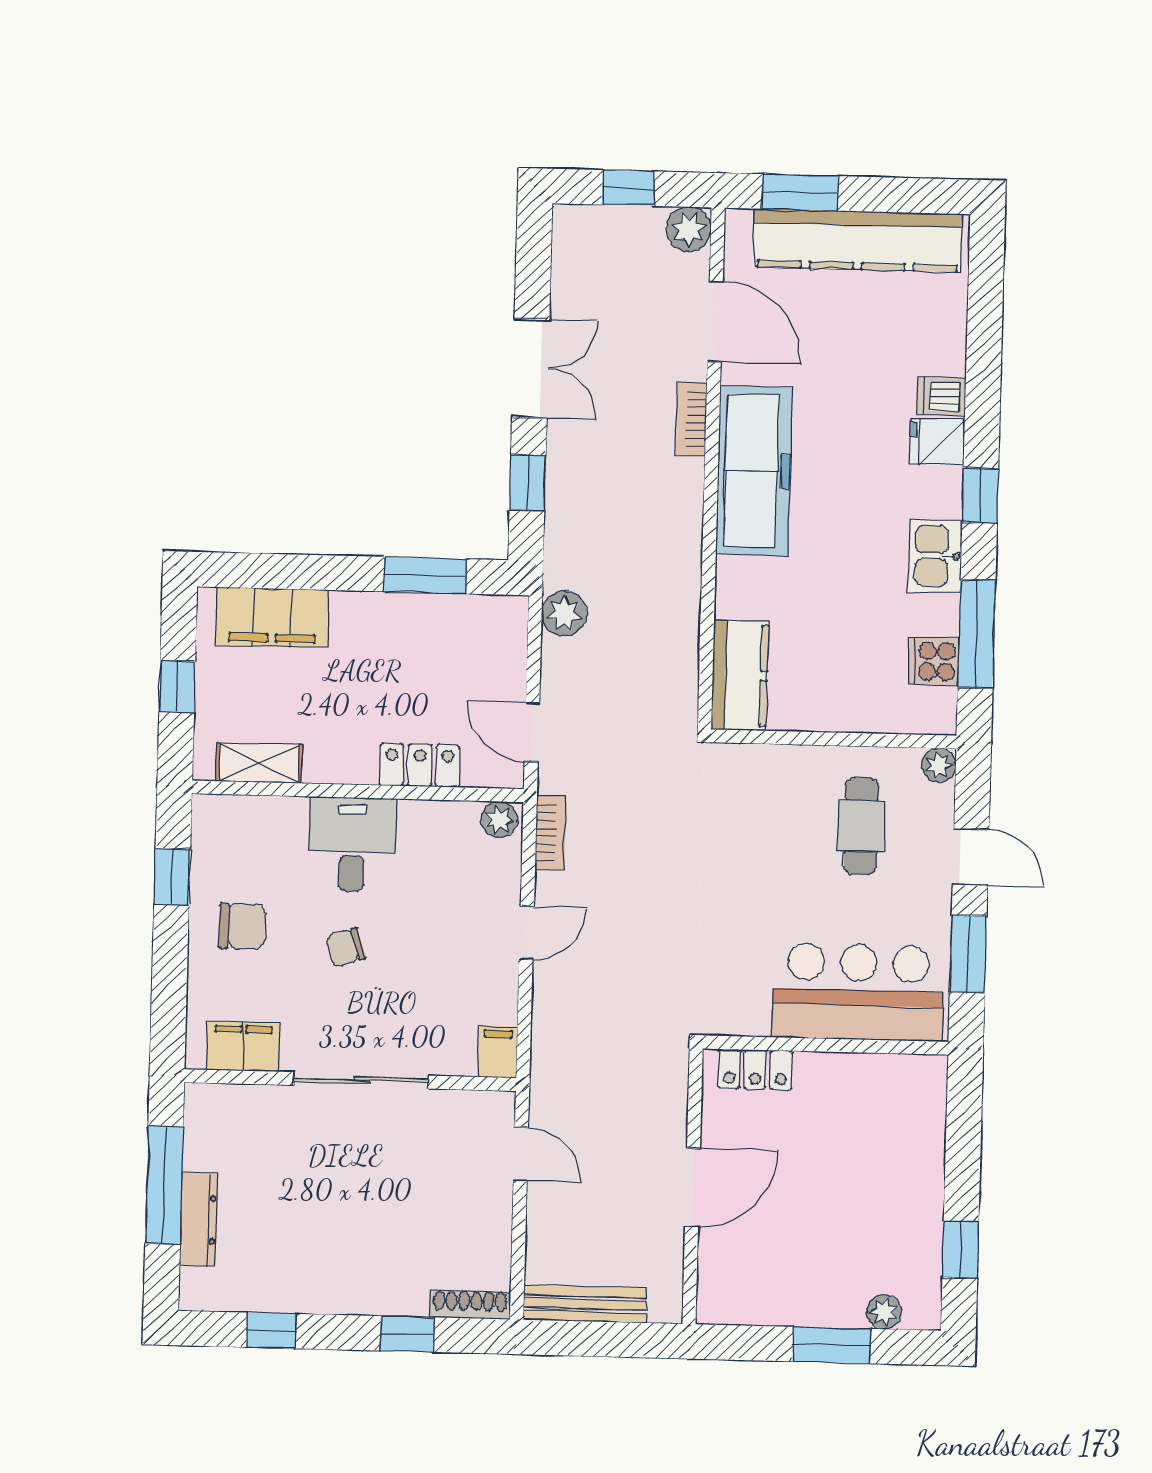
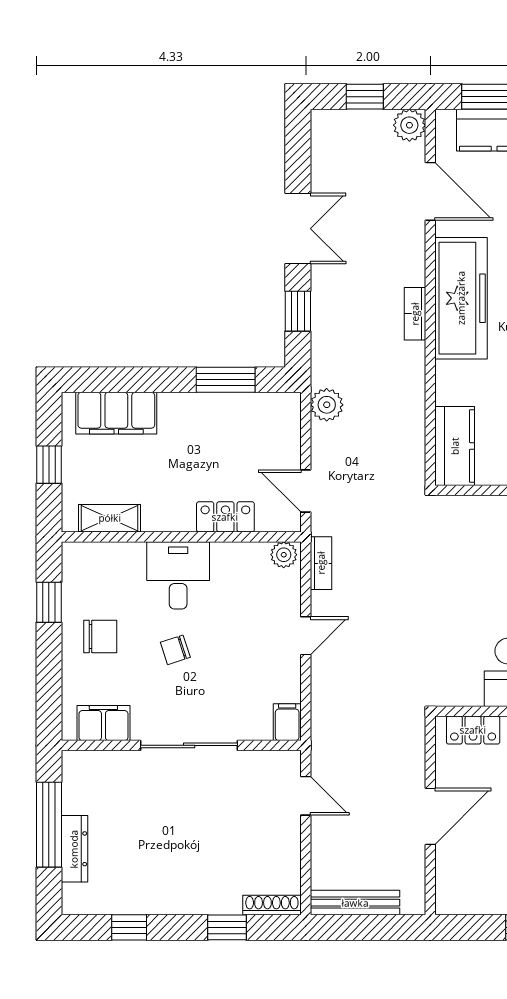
bookcase: (692, 419) -> (415, 314), moved

